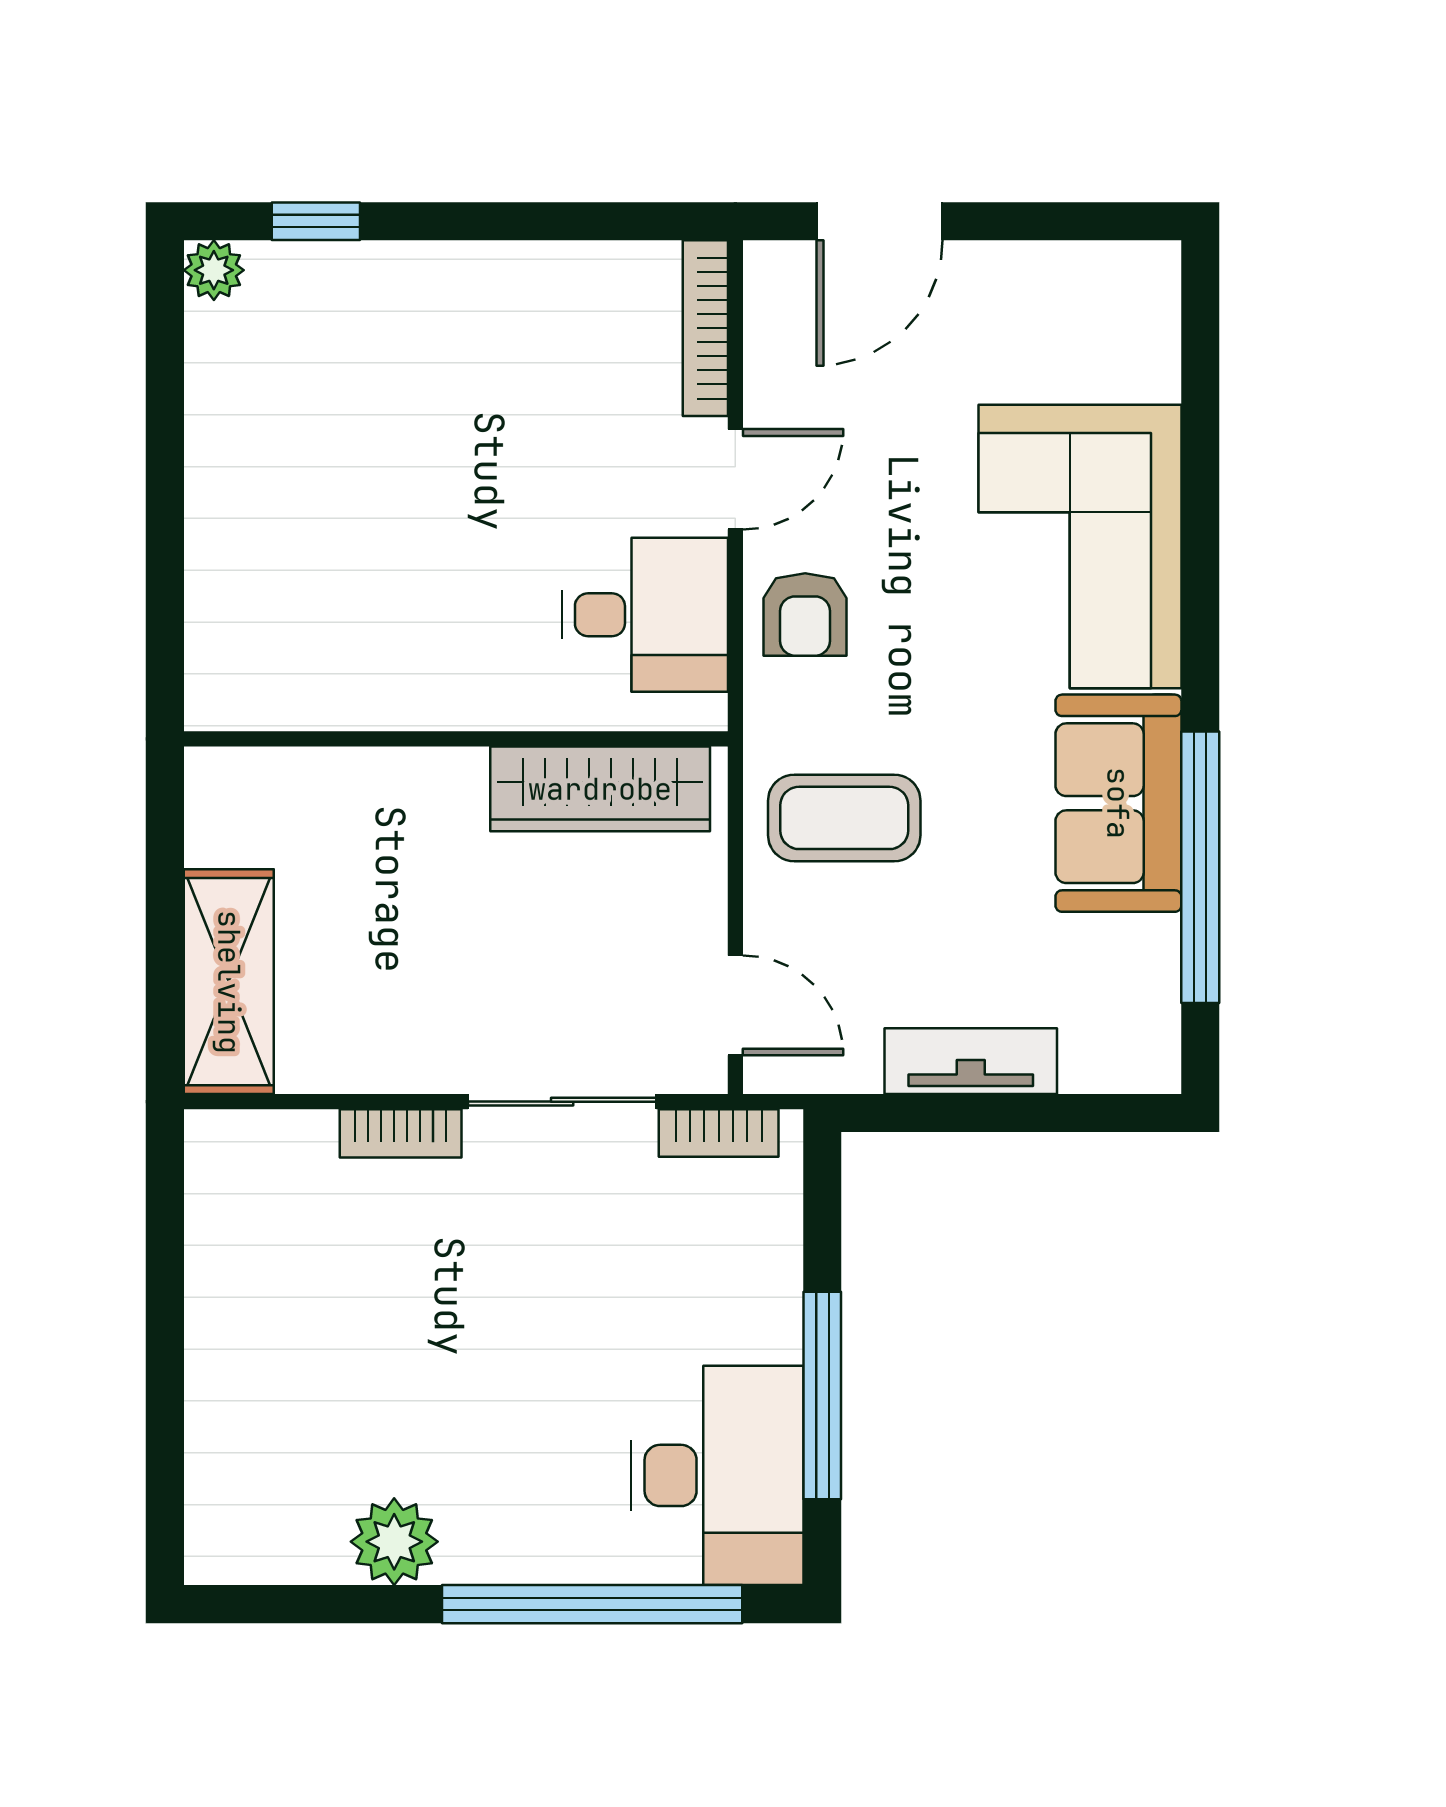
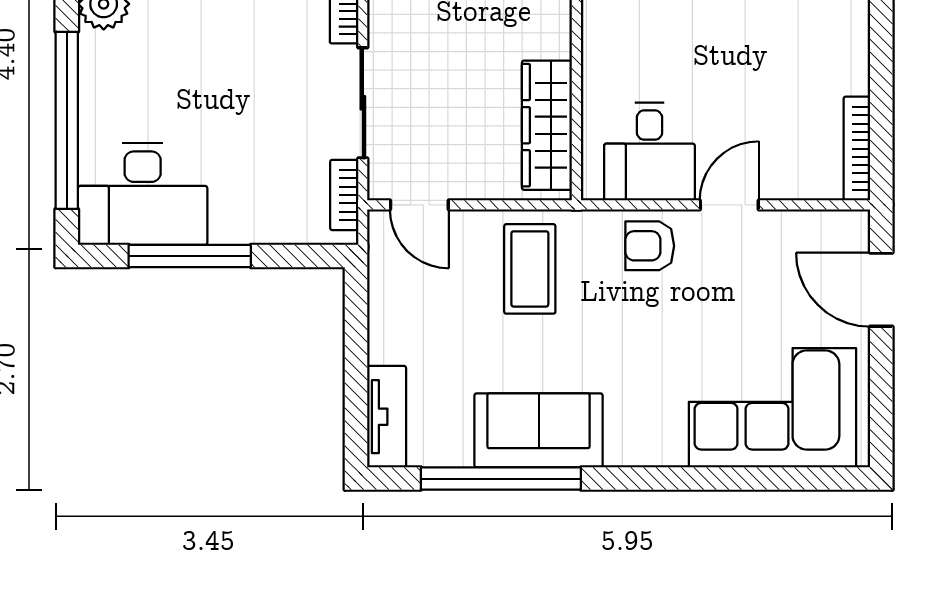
bookcase: (705, 328) -> (857, 149), moved, turned -90
door: (735, 479) -> (729, 205), swing flipped
corner sofa: (1080, 547) -> (772, 408), moved
door: (735, 1005) -> (419, 205), hinge flipped
tv unit: (971, 1061) -> (387, 417), moved

